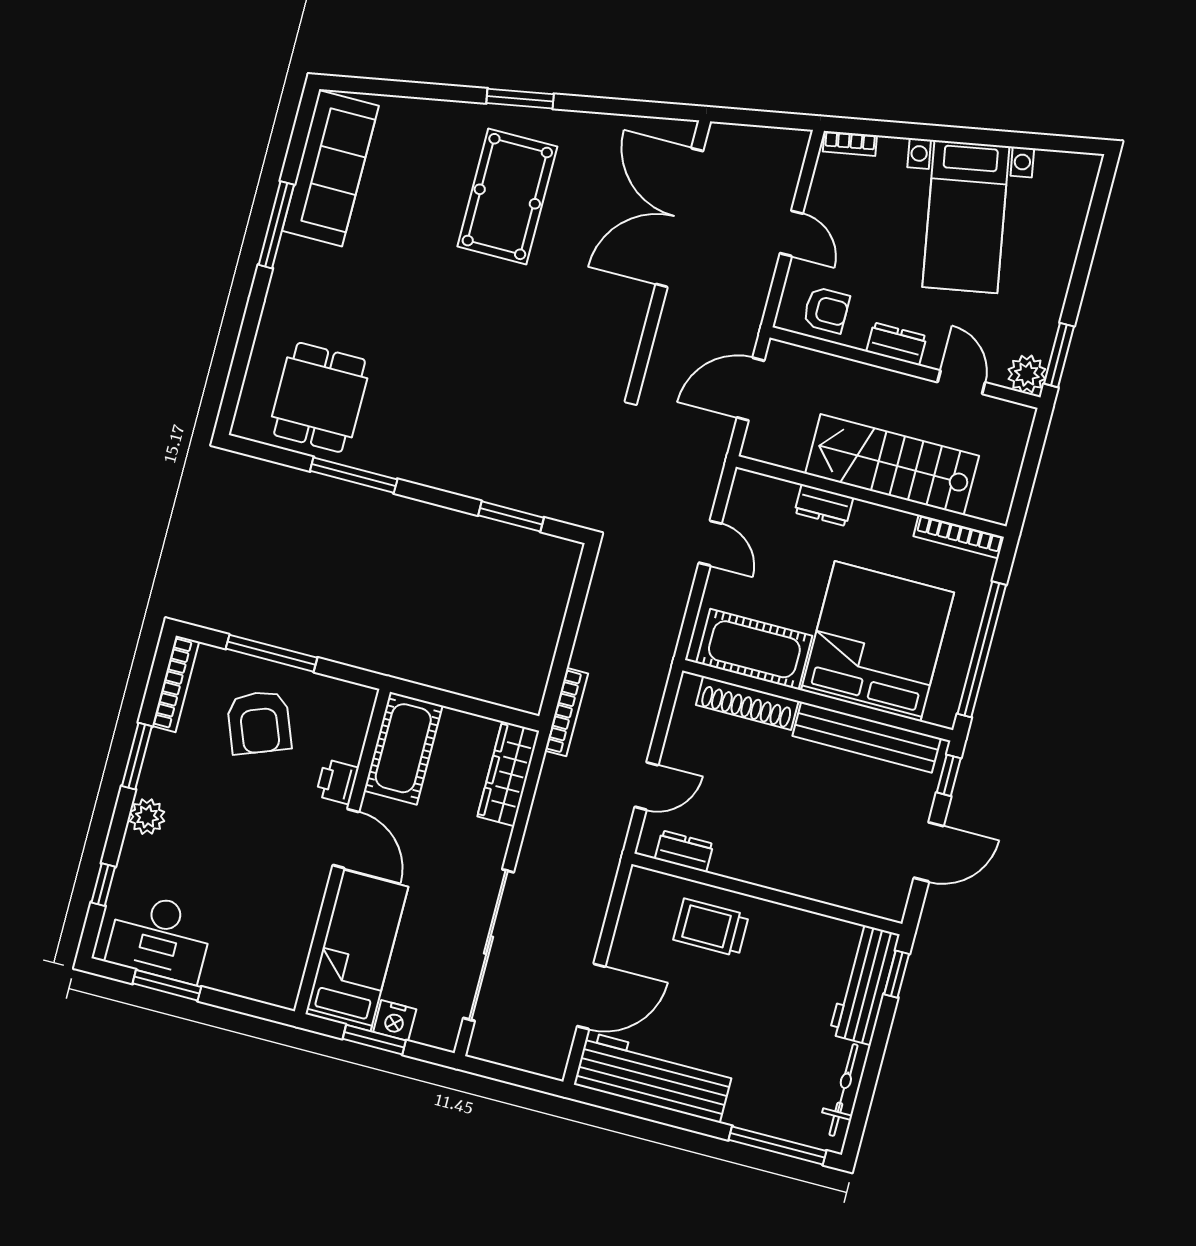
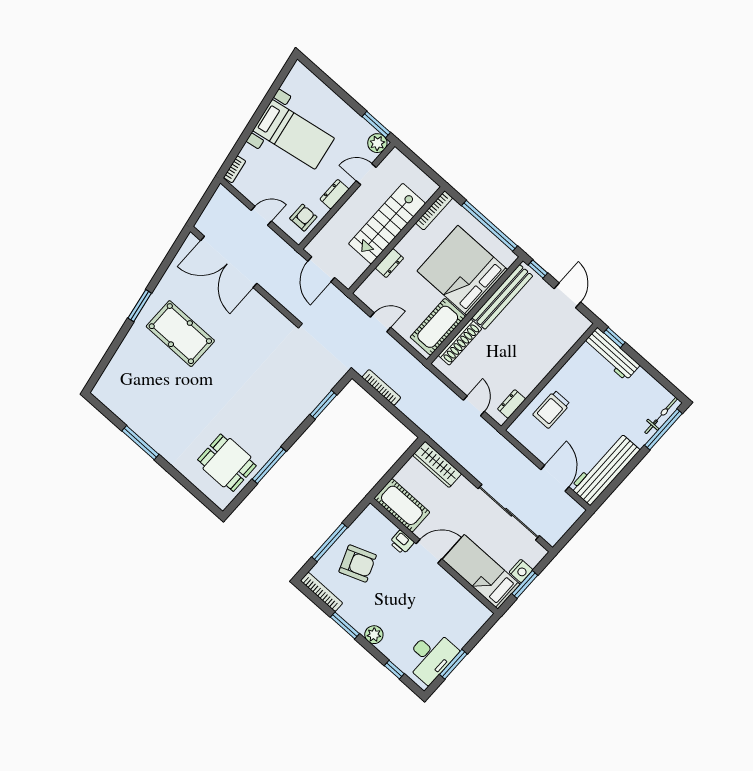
sofa: (330, 168) -> (128, 406), removed
bookcase: (566, 712) -> (381, 387), moved
bicycle: (843, 1090) -> (661, 415), moved, turned 90

